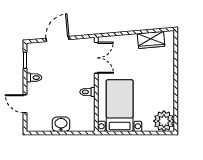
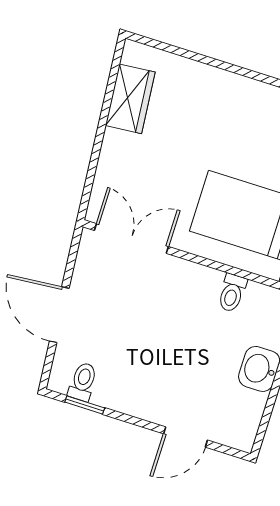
toilet: (34, 78) -> (83, 382), moved
toilet: (87, 92) -> (232, 293), moved

